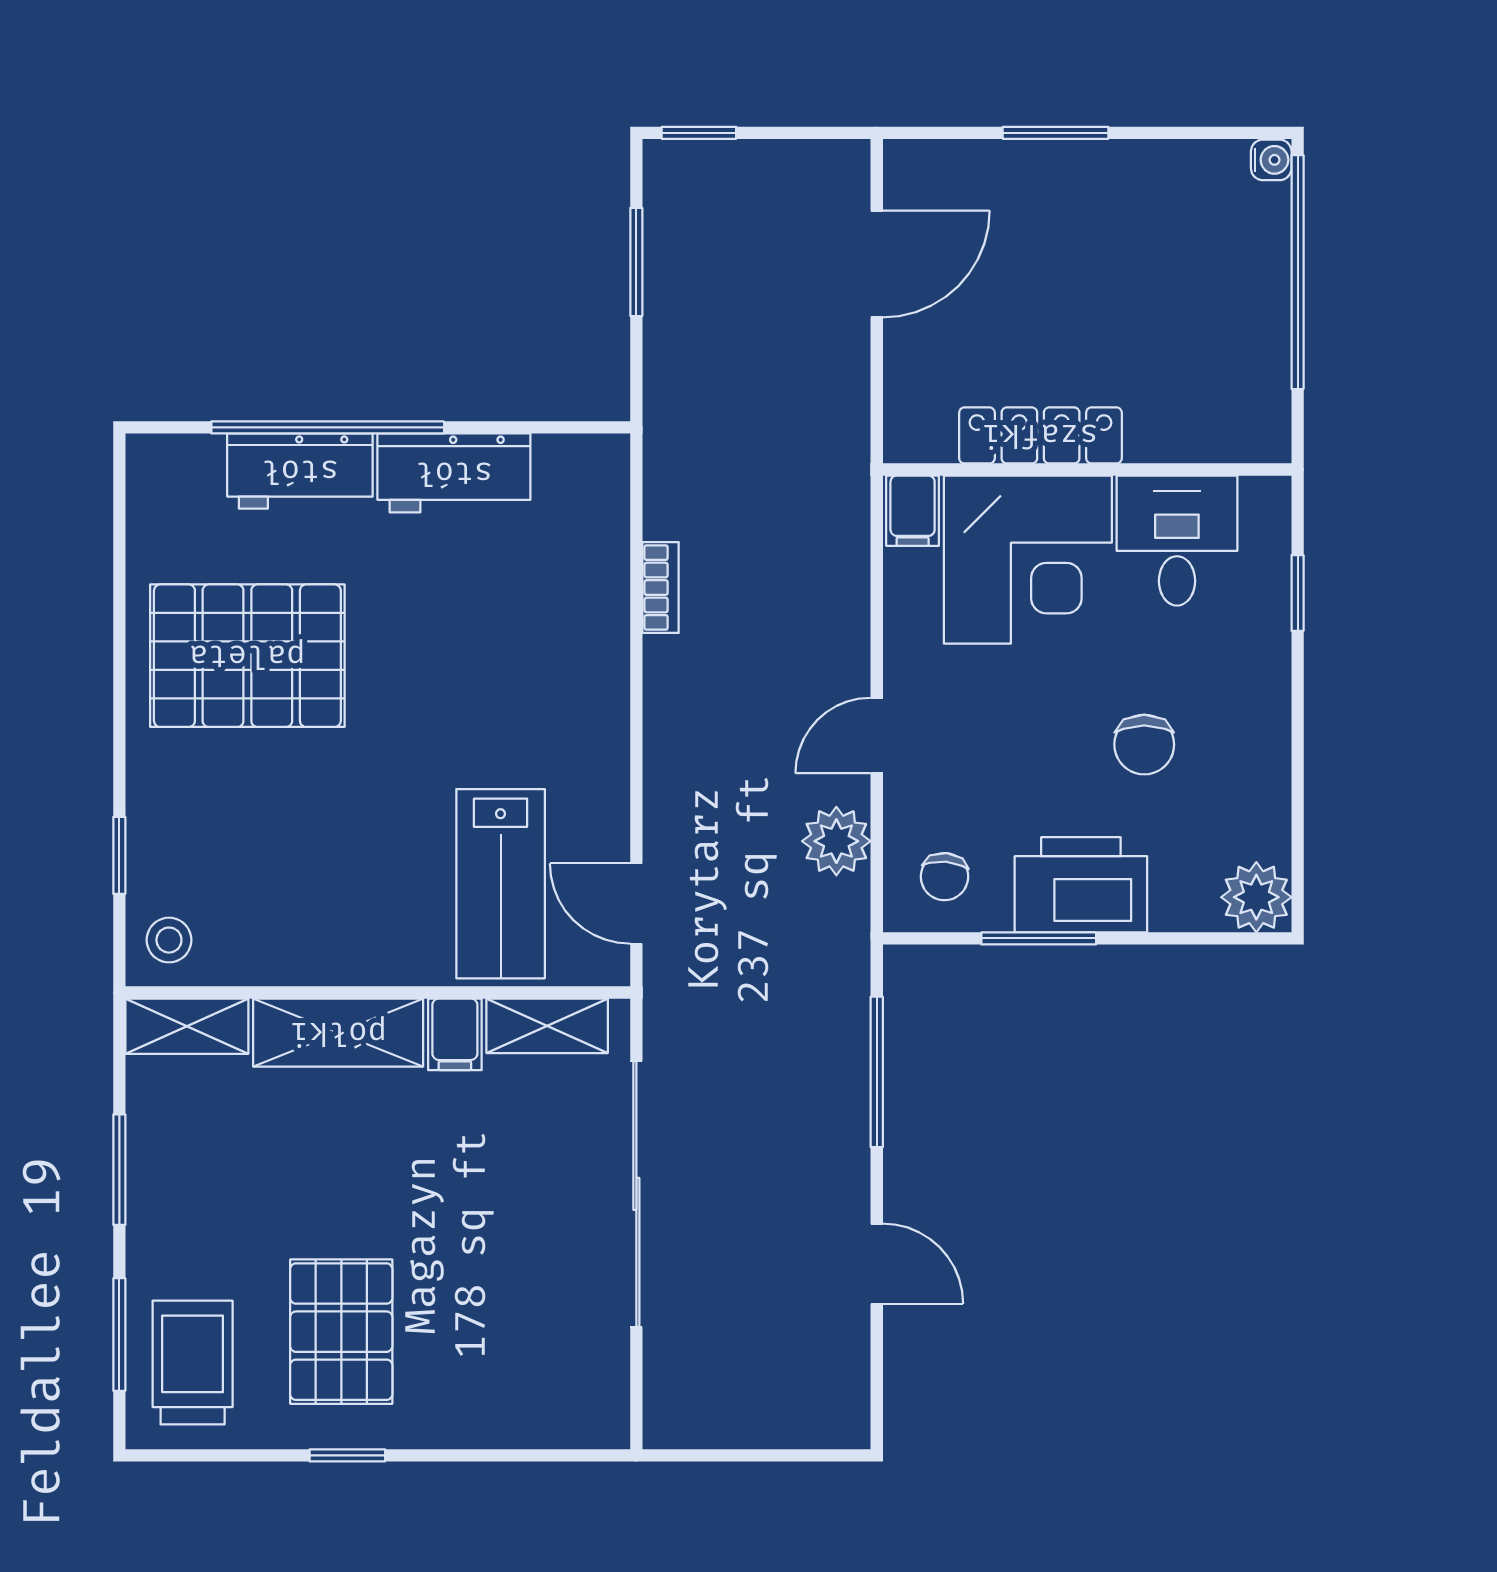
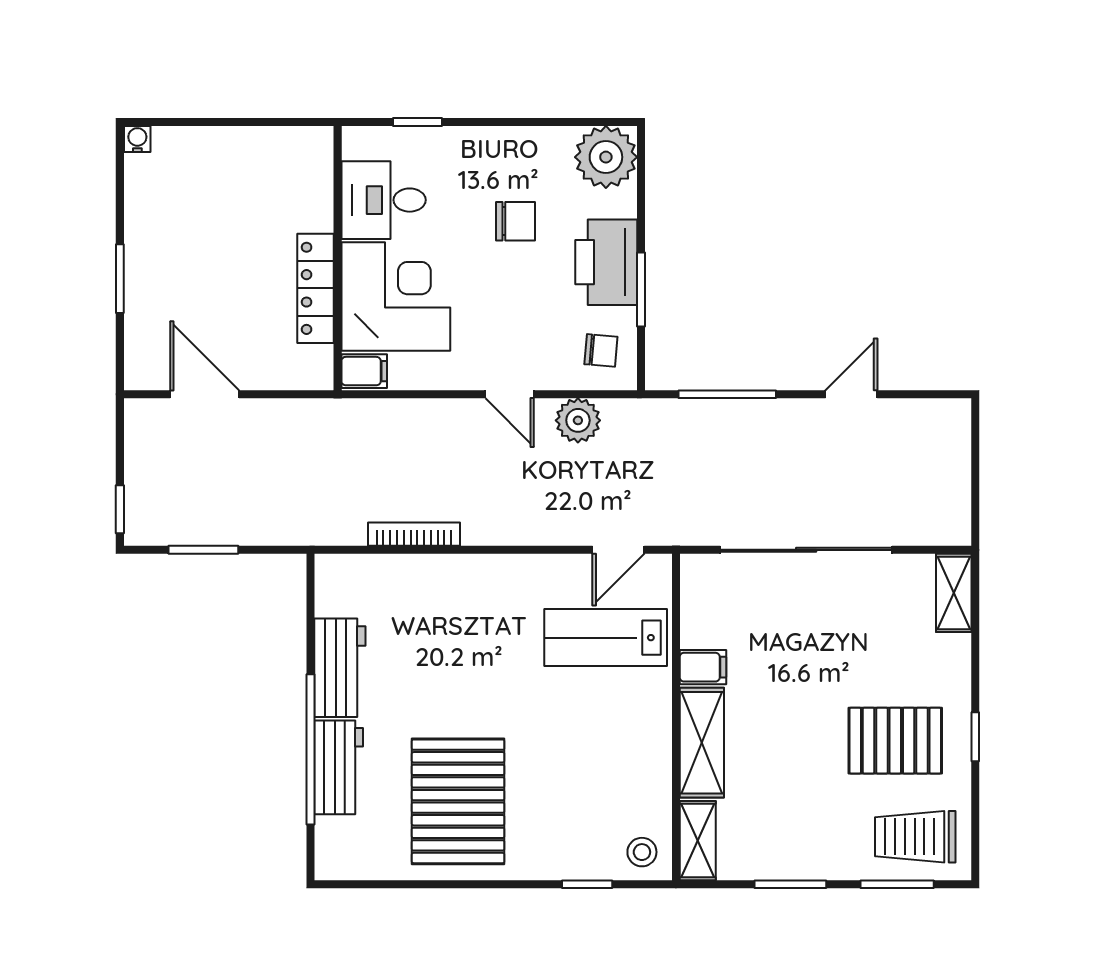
window: (1298, 272) -> (210, 122), removed
bookcase: (660, 587) -> (414, 534), width x1.56
lab bench: (501, 884) -> (606, 638), turned 180
plant: (1256, 897) -> (606, 157), width x1.36, depth x1.36
shelving: (547, 1026) -> (954, 593), moved

